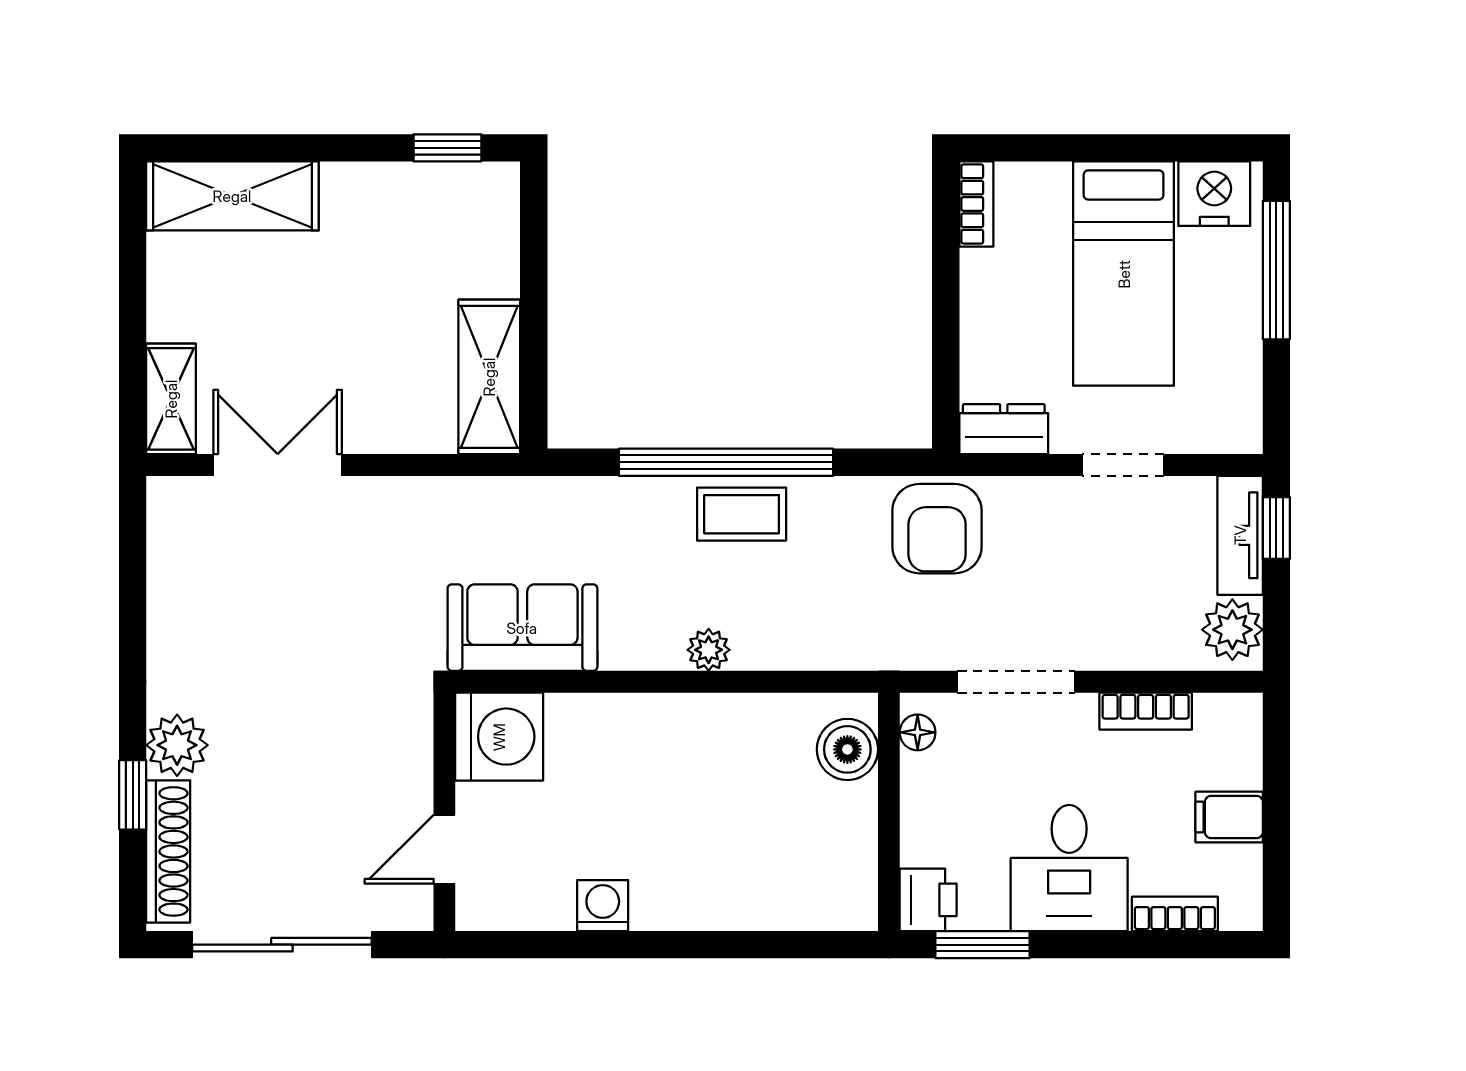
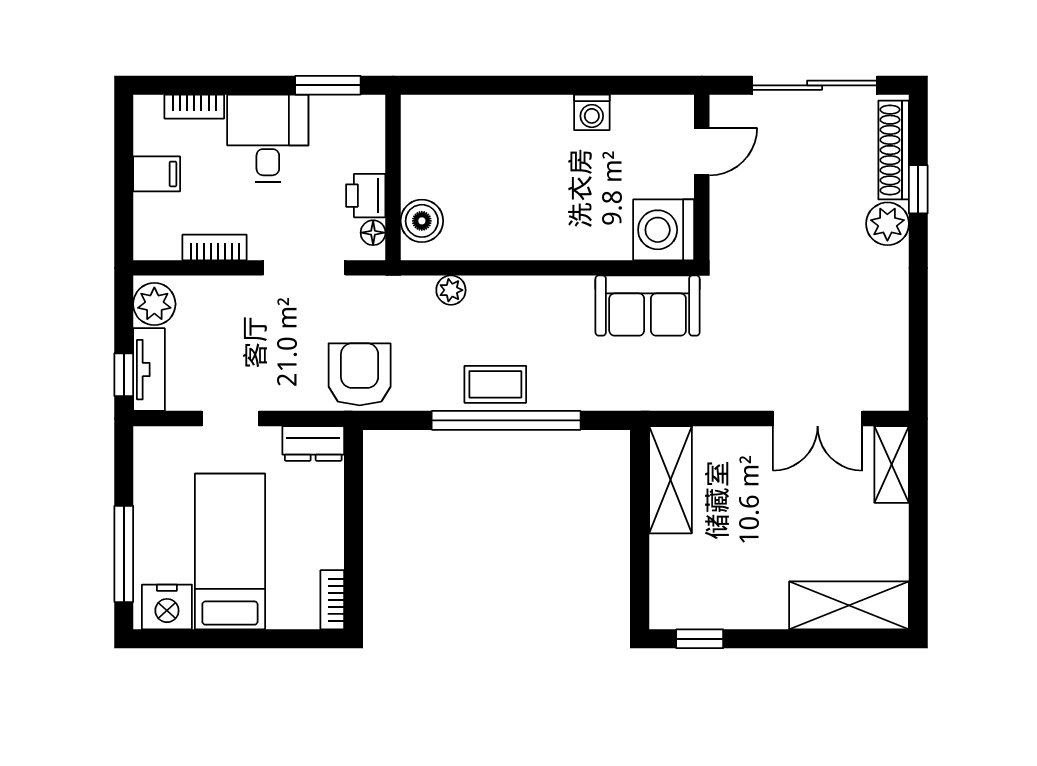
plant: (709, 650) -> (451, 290), moved
printer: (928, 900) -> (366, 196), moved

